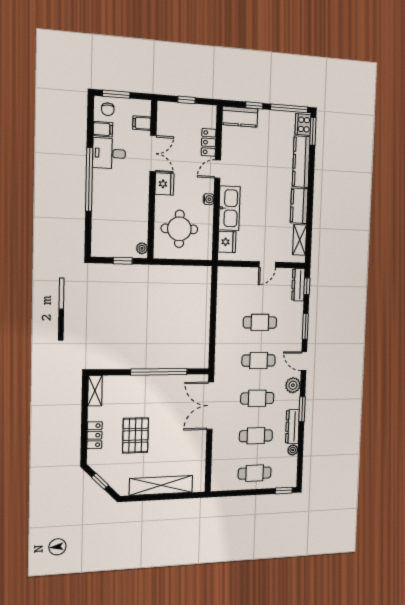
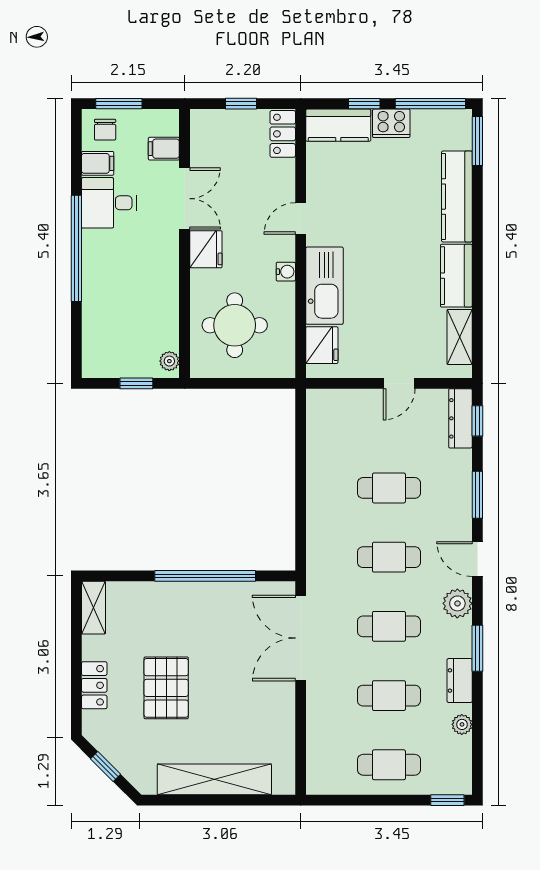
cooker: (303, 125) -> (391, 123), moved, turned -90
locker: (209, 142) -> (283, 134), moved
dresser: (292, 427) -> (460, 680), width x0.70

